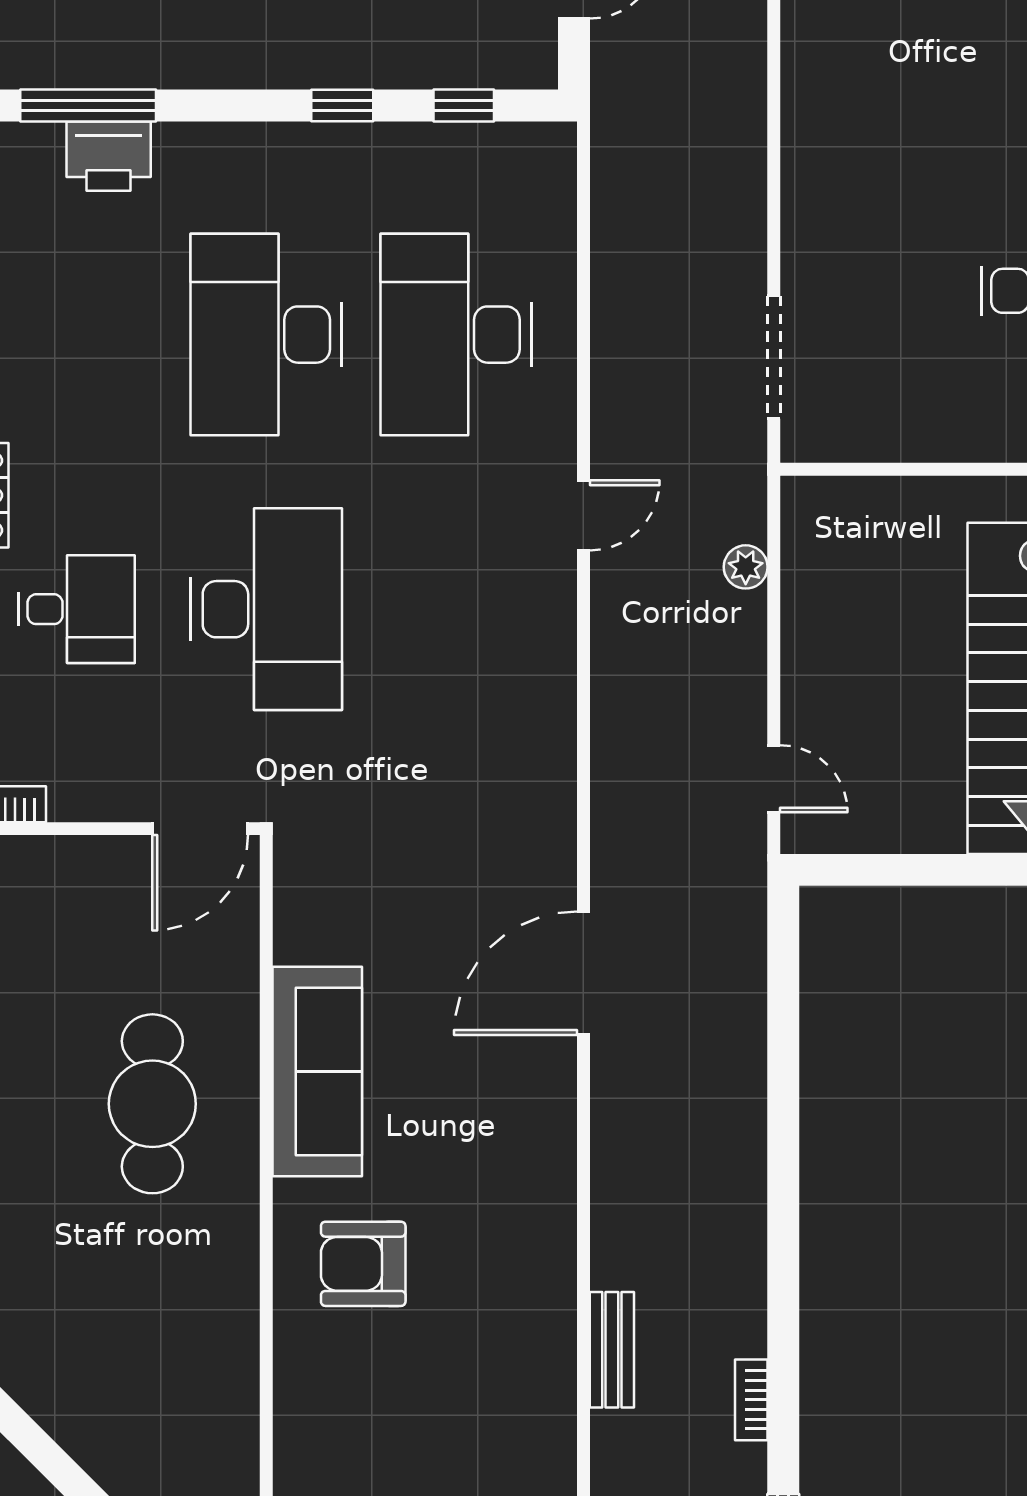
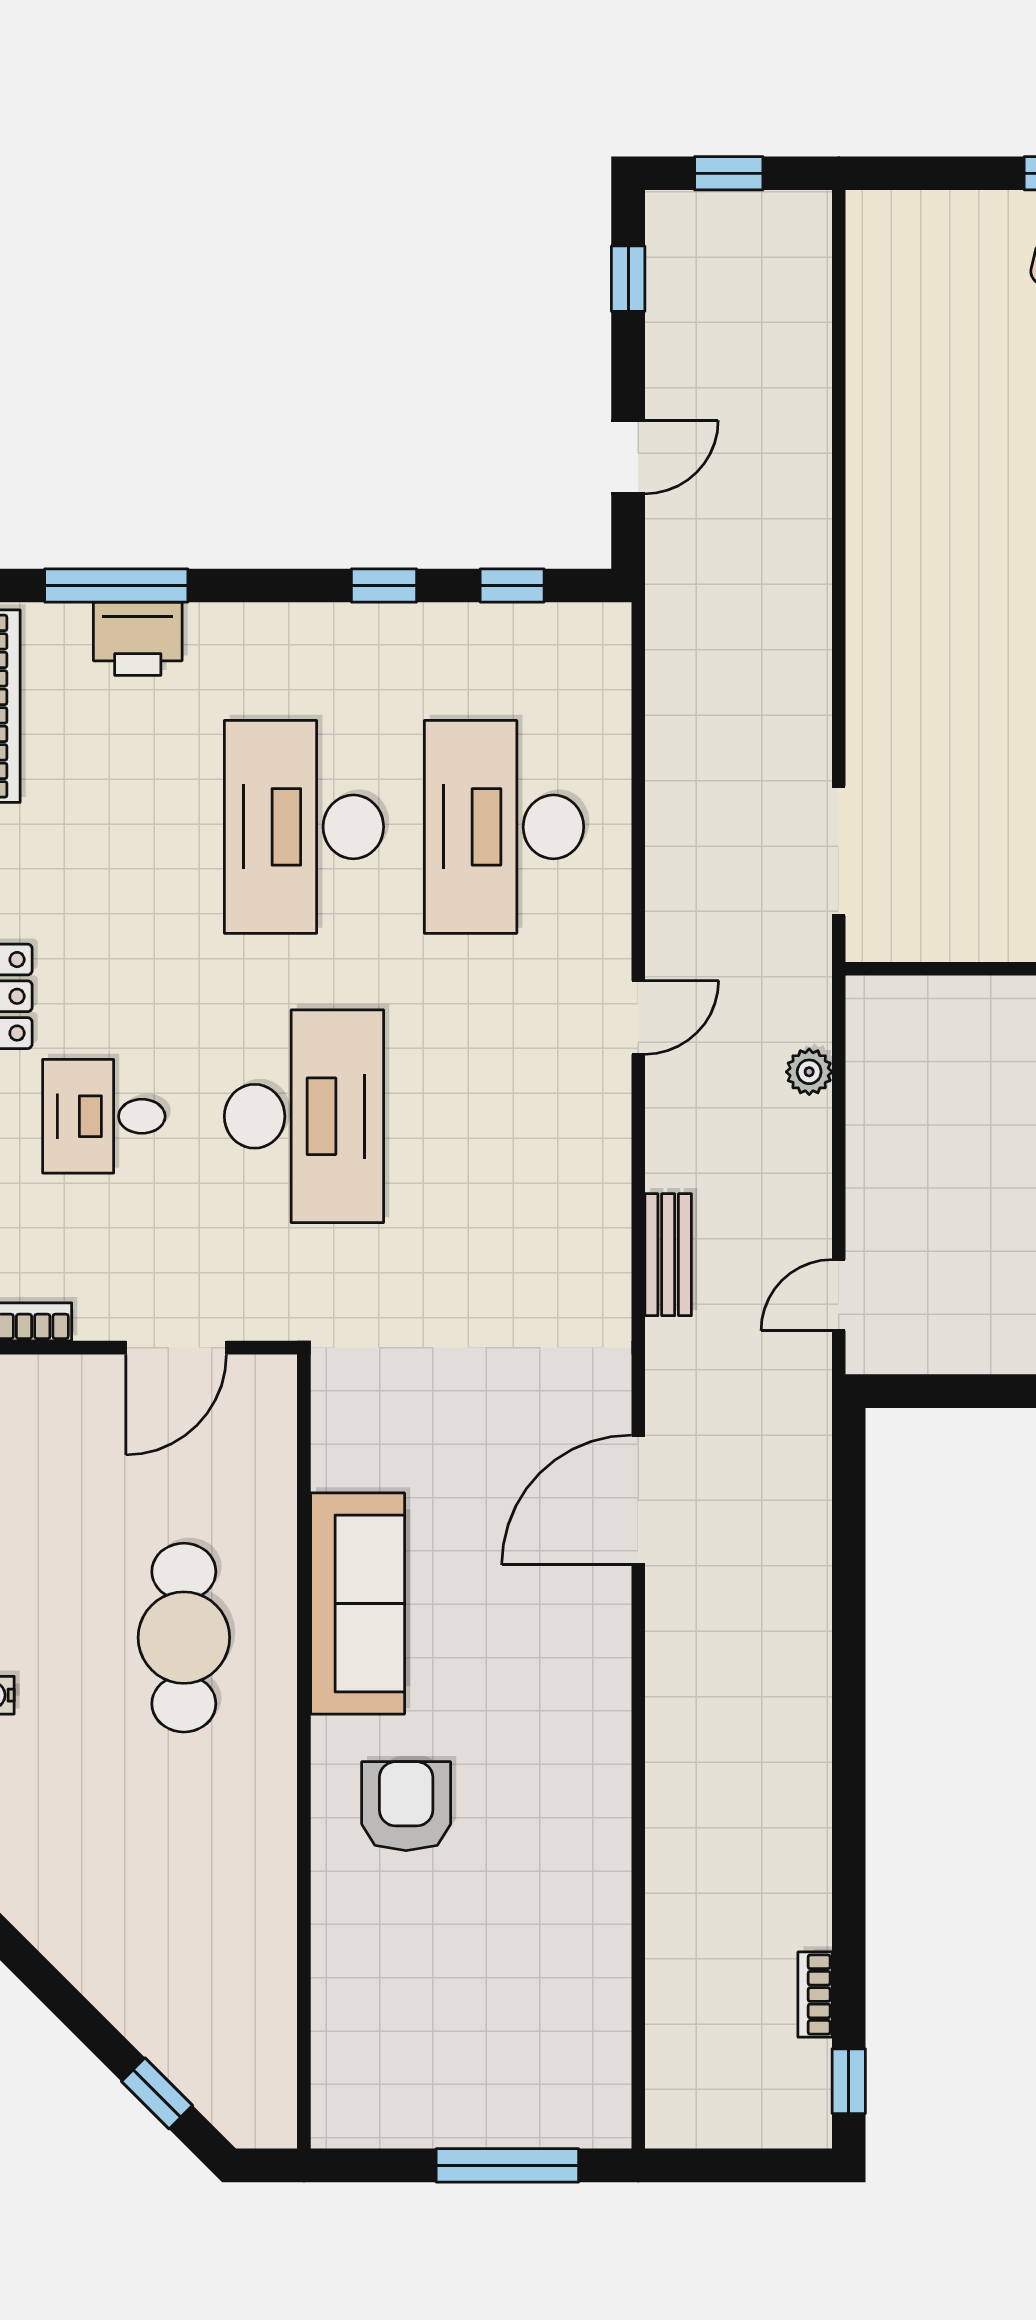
desk: (76, 609) -> (104, 1116), turned 180
door: (774, 779) -> (839, 1295), swing flipped
door: (200, 829) -> (176, 1348), moved
armchair: (363, 1264) -> (406, 1806), turned 90
bench: (612, 1350) -> (668, 1255), moved
bookcase: (751, 1400) -> (815, 1995), moved

